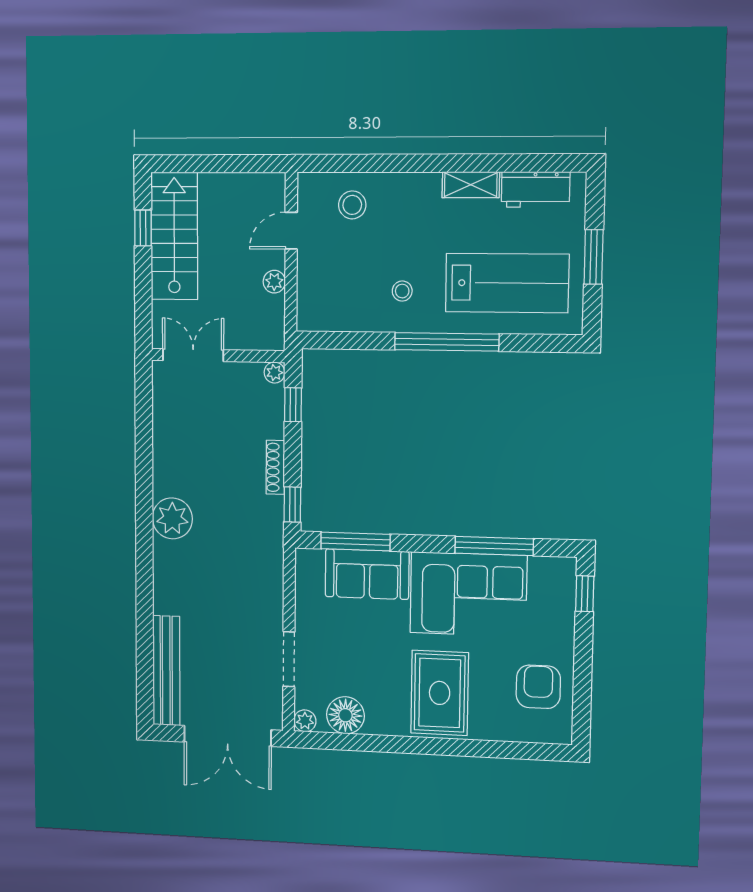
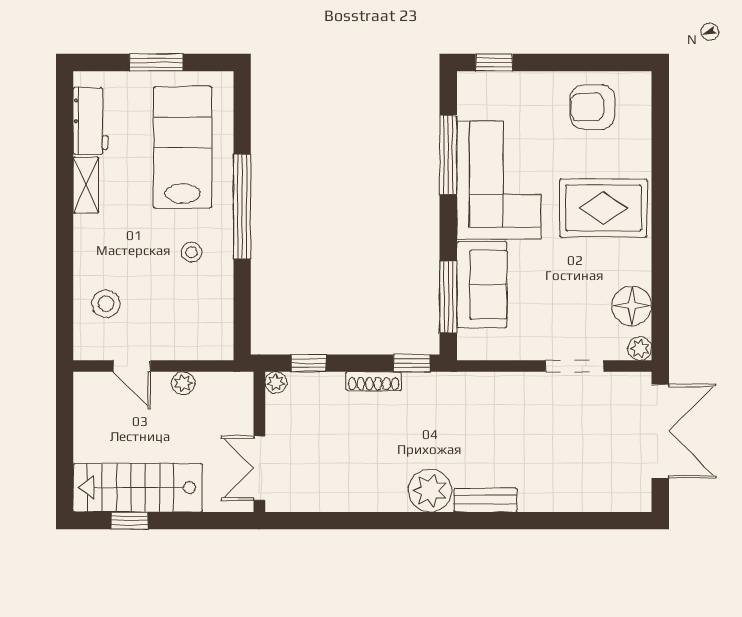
bench: (166, 671) -> (485, 500), moved, width x0.54, depth x0.82

